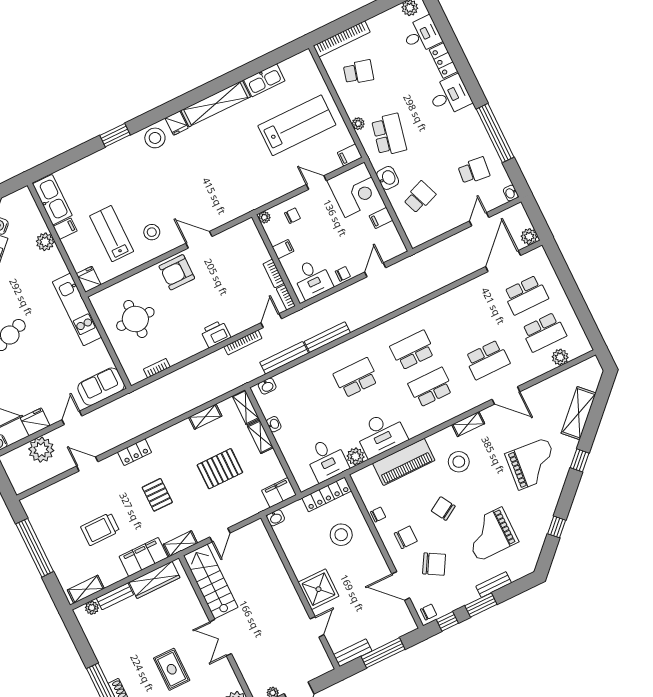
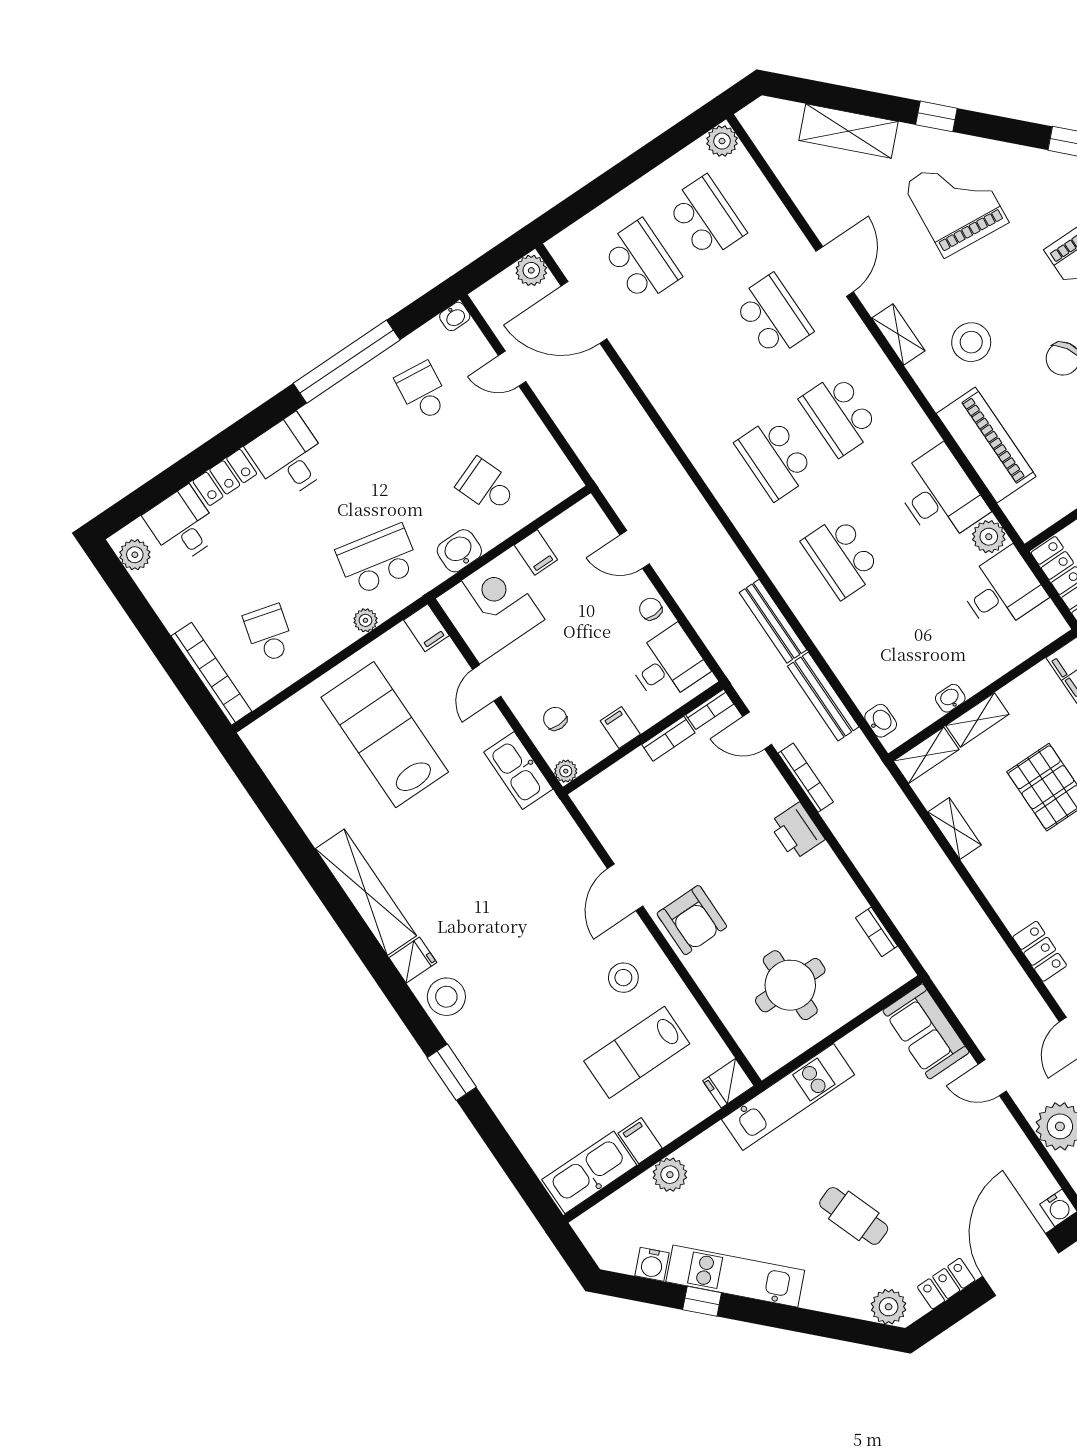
kitchen sink: (264, 80) -> (518, 770), moved, turned 180
plant: (560, 357) -> (722, 141), moved
fridge: (35, 422) -> (1009, 1145), removed

